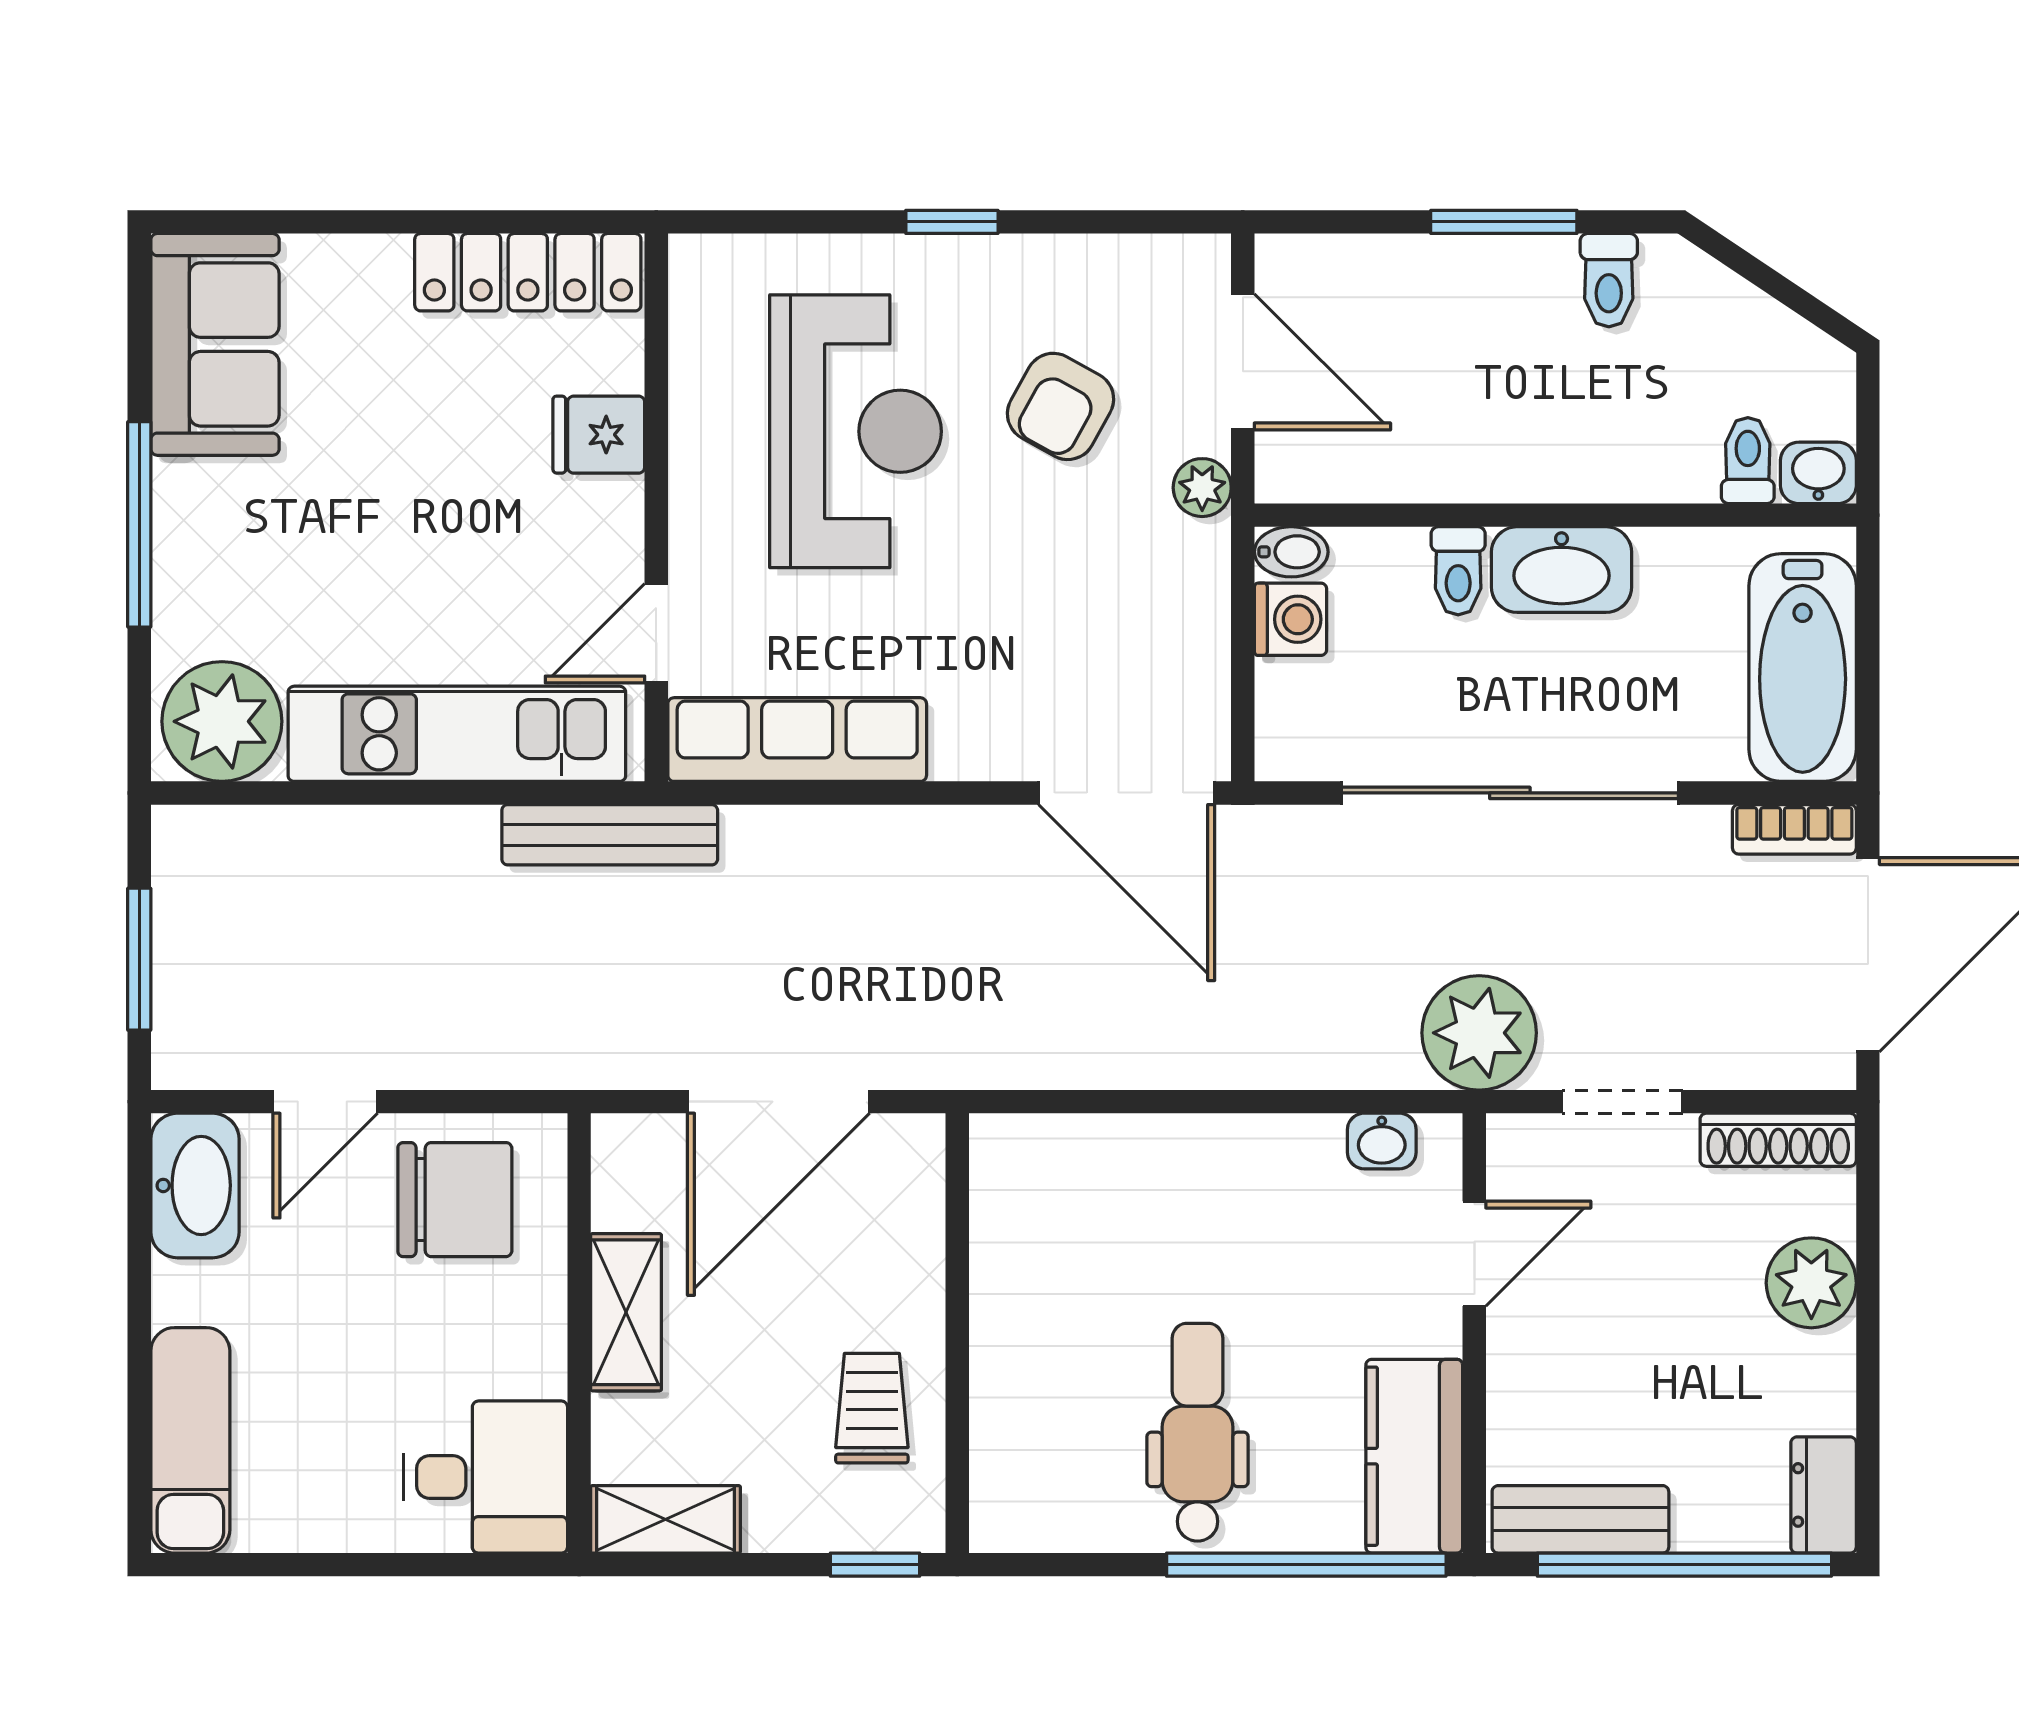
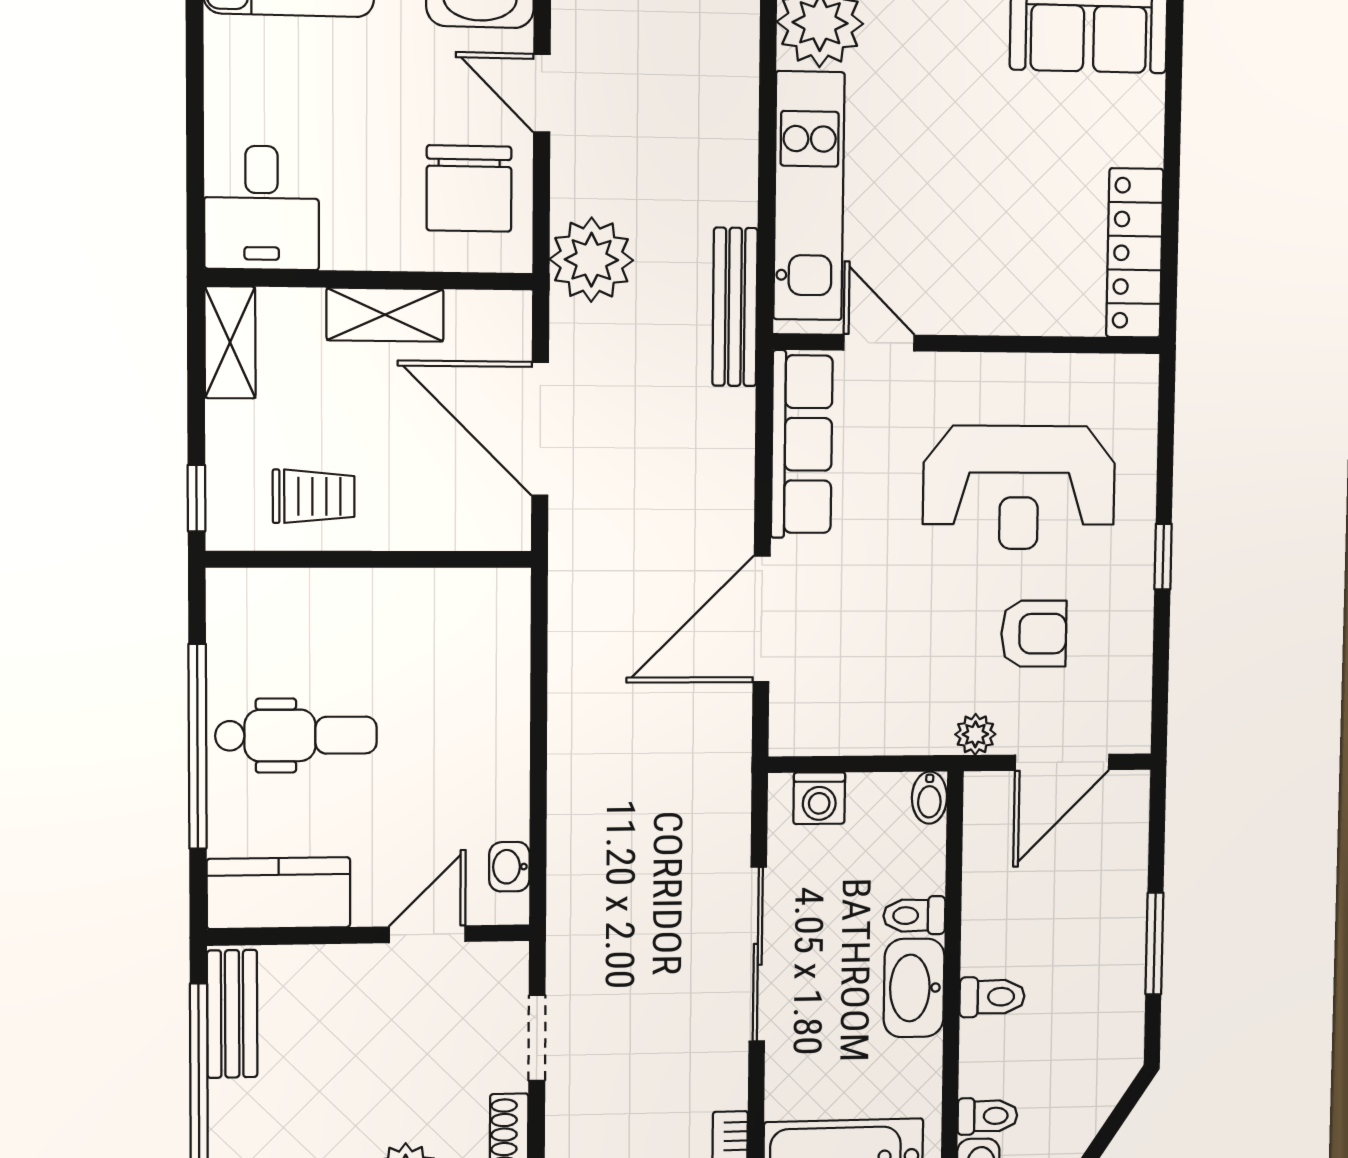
toilet: (1609, 280) -> (992, 997), moved, turned 180
armchair: (1061, 406) -> (1034, 634), turned 151
fridge: (599, 435) -> (1020, 303), removed
washing machine: (1291, 619) -> (819, 798), moved
door: (1127, 793) -> (762, 619), moved
sliding door: (1510, 793) -> (758, 954), width x0.73
plant: (1479, 1033) -> (591, 260), moved
door: (1474, 1254) -> (427, 934), swing flipped
window: (1306, 1565) -> (198, 746), moved

